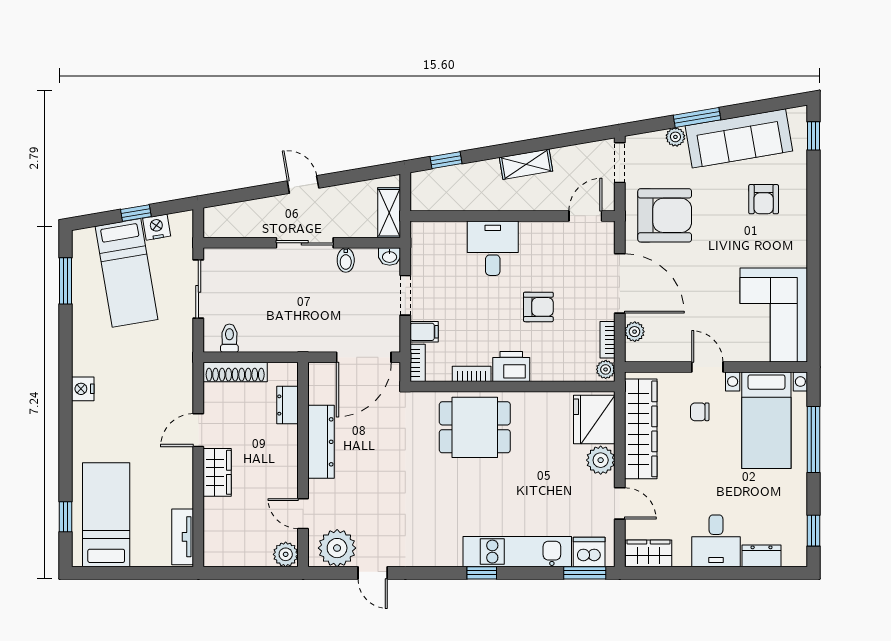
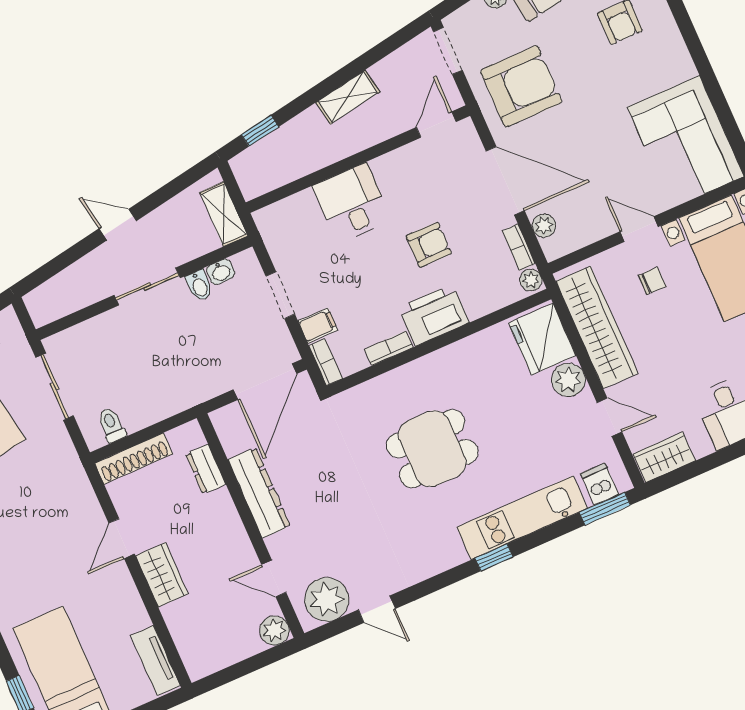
washbasin: (390, 256) -> (221, 272), moved
printer: (511, 366) -> (434, 315), width x1.37, depth x1.19
chair: (700, 412) -> (652, 281), turned 180
dining table: (475, 427) -> (432, 449), moved
dishwasher: (589, 552) -> (600, 484), width x0.73

